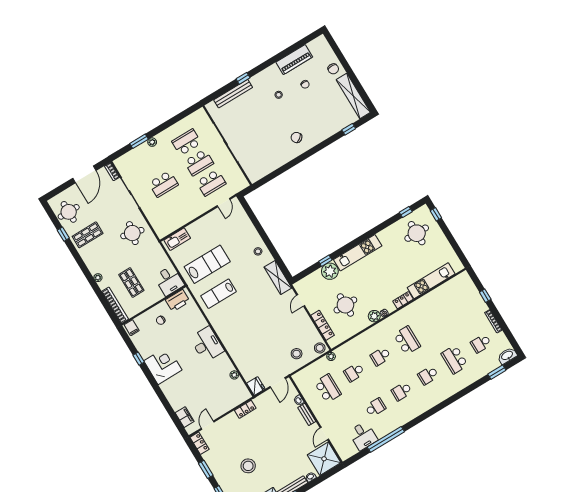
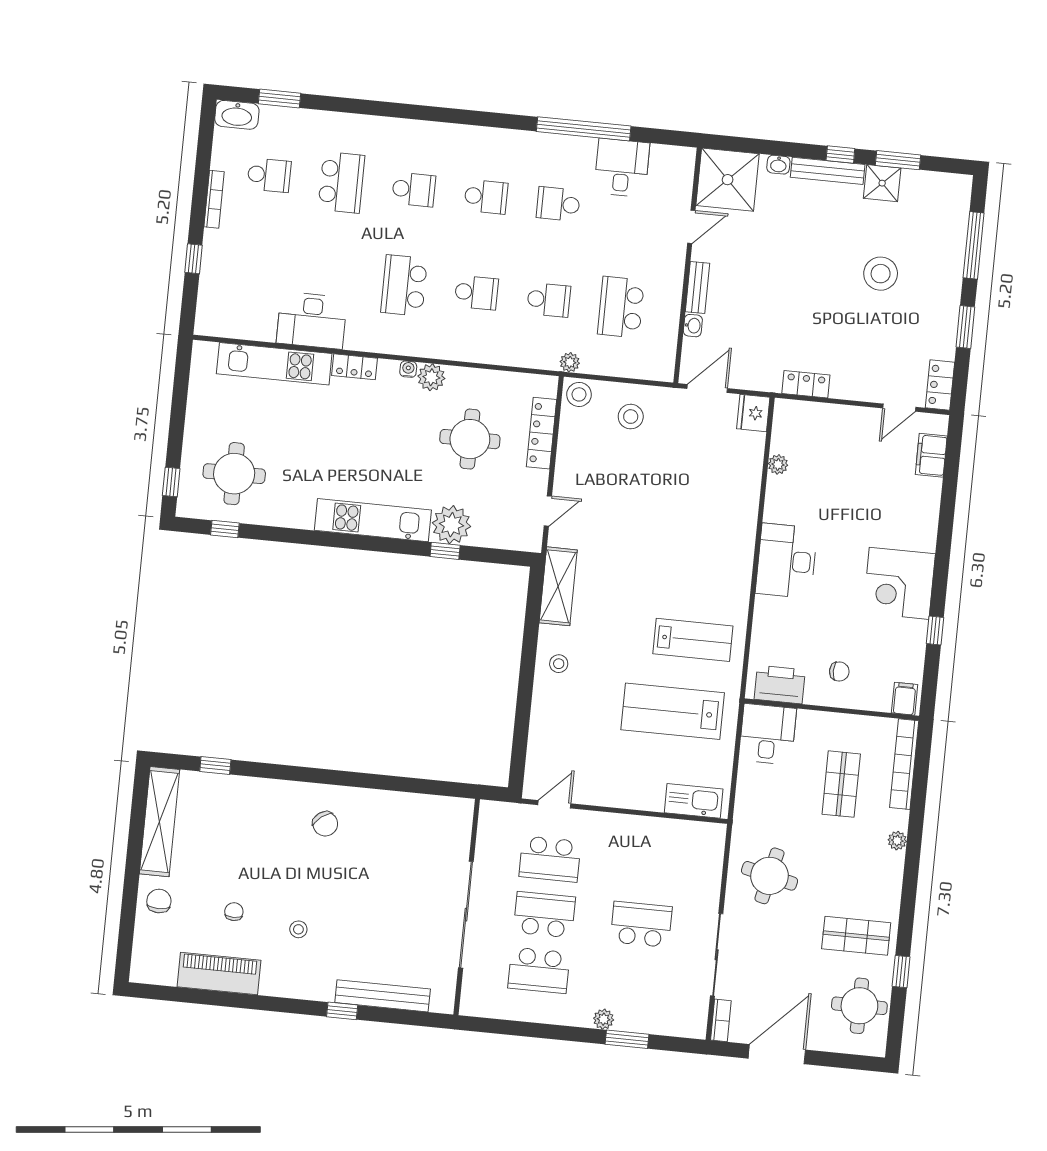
school desk: (211, 183) -> (550, 859), turned 180
desk: (429, 305) -> (312, 320), added

